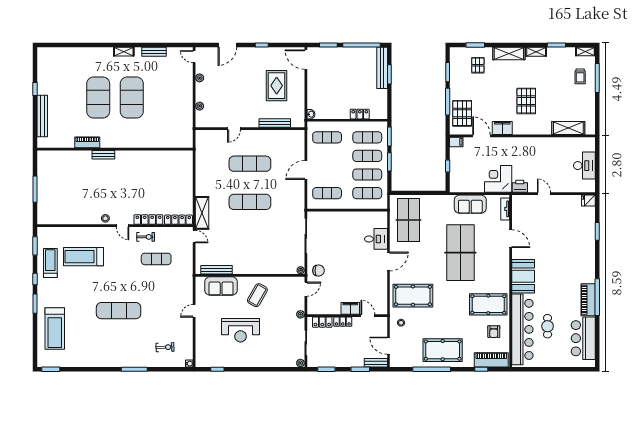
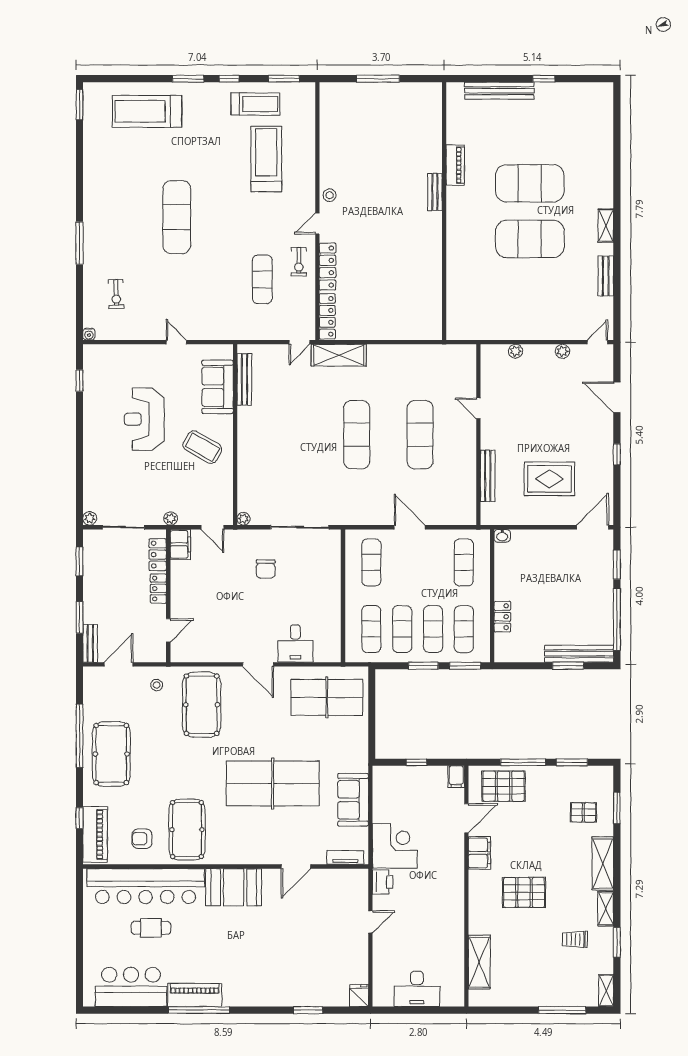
trolley: (580, 76) -> (575, 939), moved
chair: (318, 271) -> (266, 569), moved
filing cabinet: (350, 308) -> (180, 544), moved

